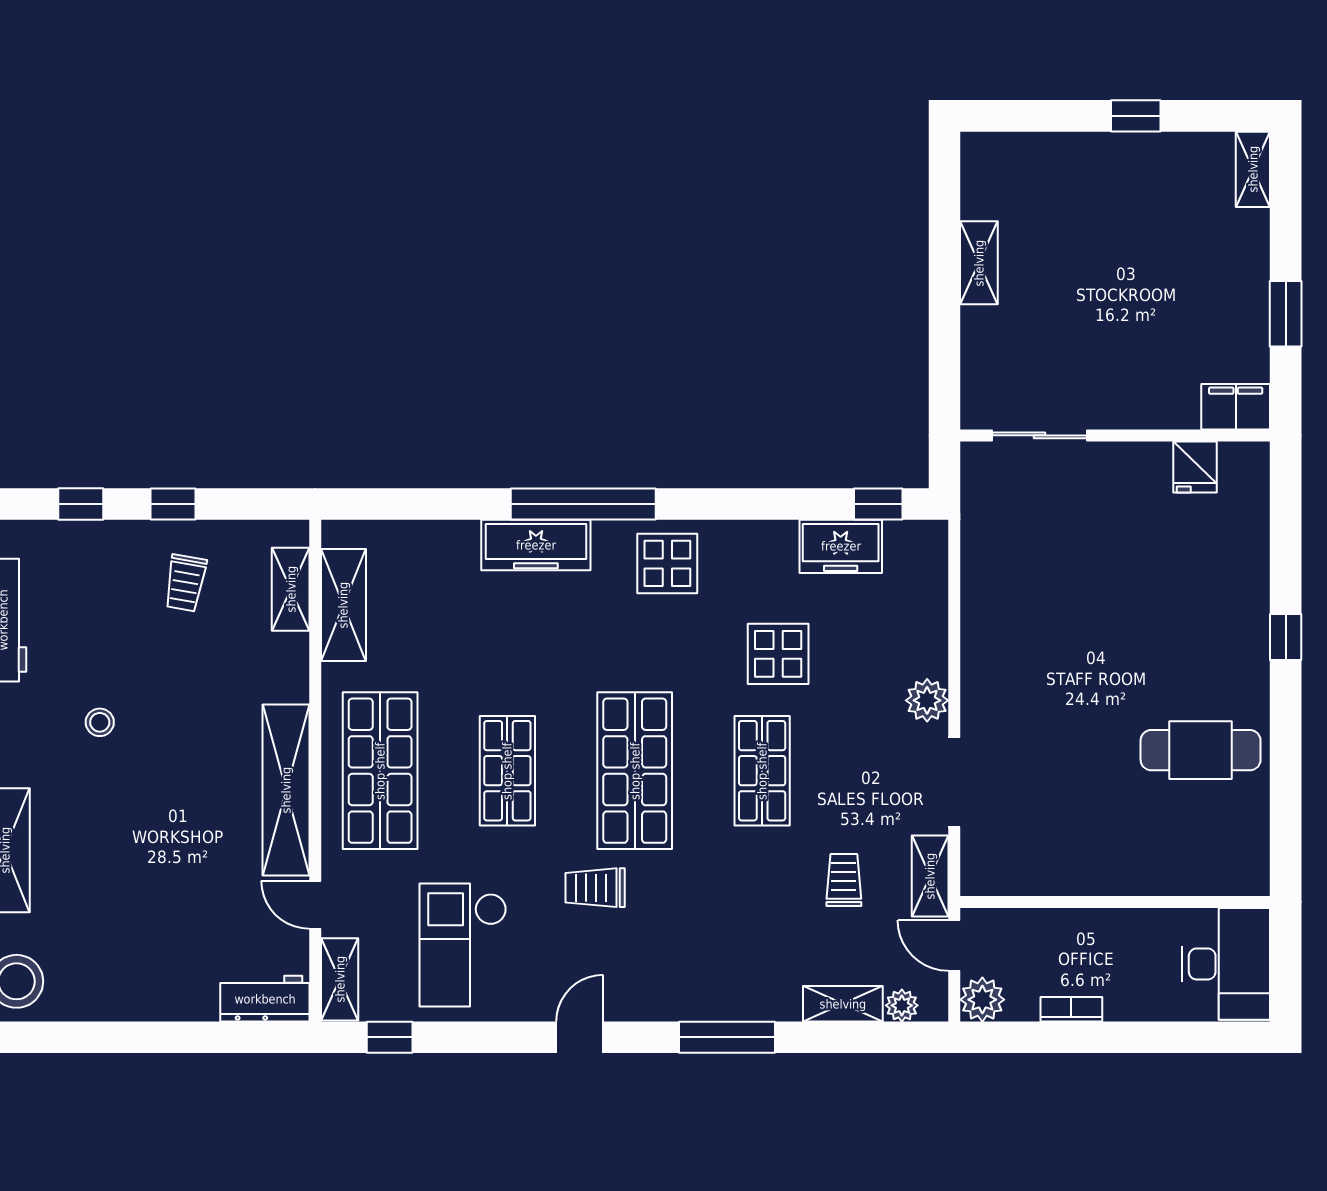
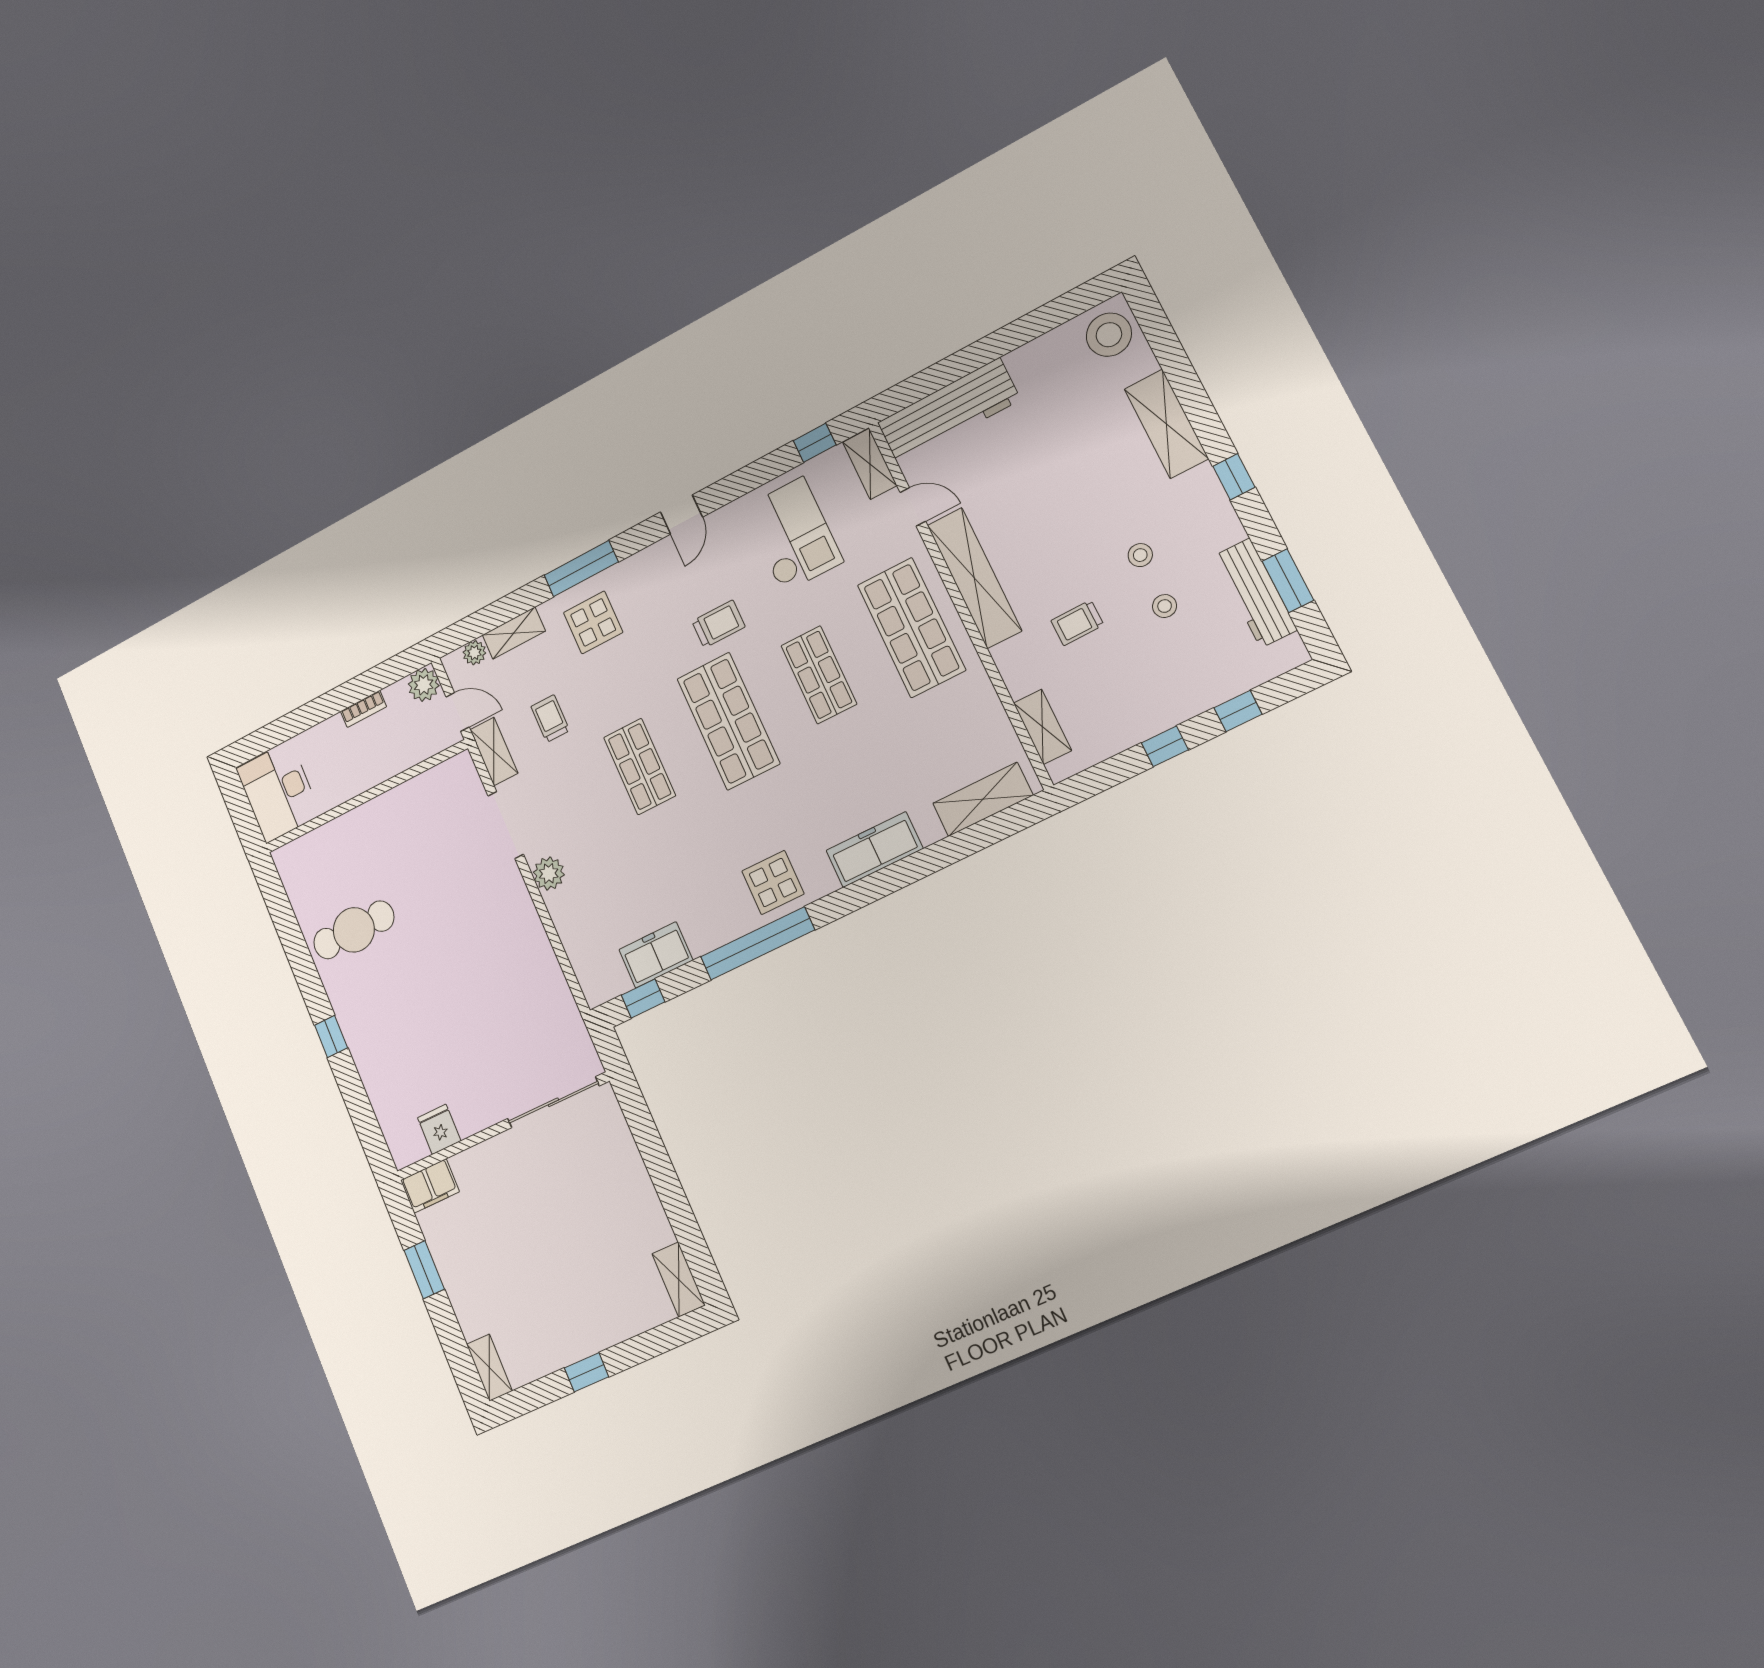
shelving: (979, 263) -> (679, 1279), moved
sliding door: (1040, 435) -> (553, 1102), width x1.37
window: (583, 504) -> (757, 943), moved
trolley: (185, 583) -> (1077, 623), moved, turned -101
shelving: (343, 605) -> (983, 799), moved, turned 90
stool: (101, 654) -> (1165, 606), added
display table: (778, 654) -> (593, 622), moved
trolley: (844, 880) -> (550, 719), turned 180
workbench: (265, 999) -> (949, 411), width x1.88, depth x1.32

